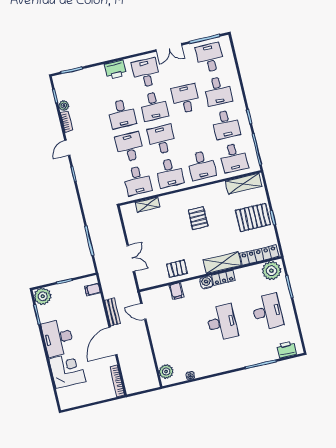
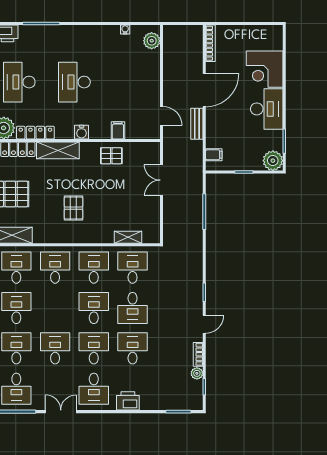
desk: (186, 99) -> (55, 348), turned 180
desk: (162, 140) -> (94, 308), turned 180
locker: (223, 278) -> (35, 133), moved, width x1.53

